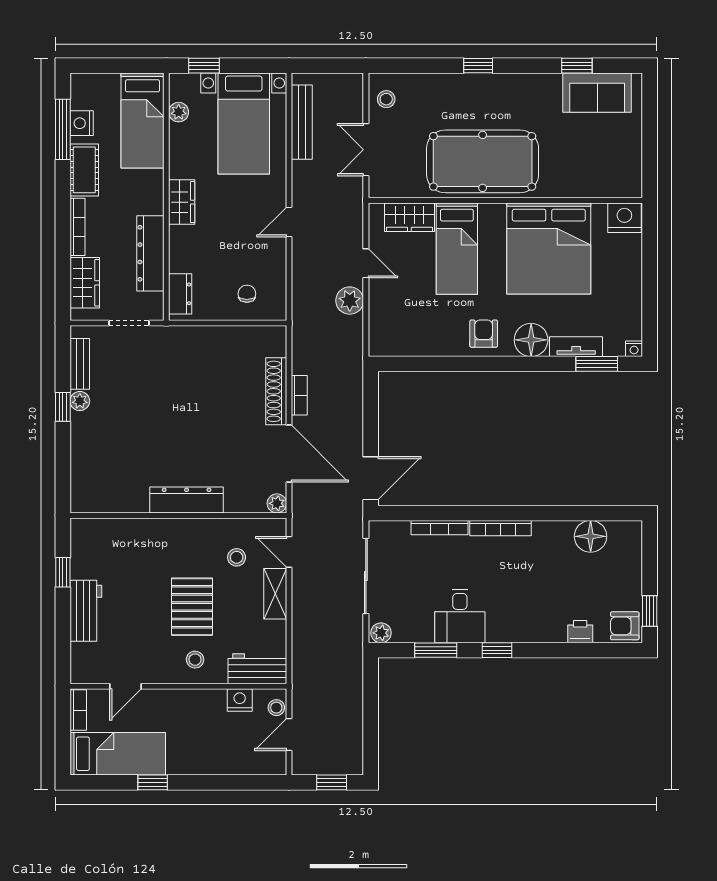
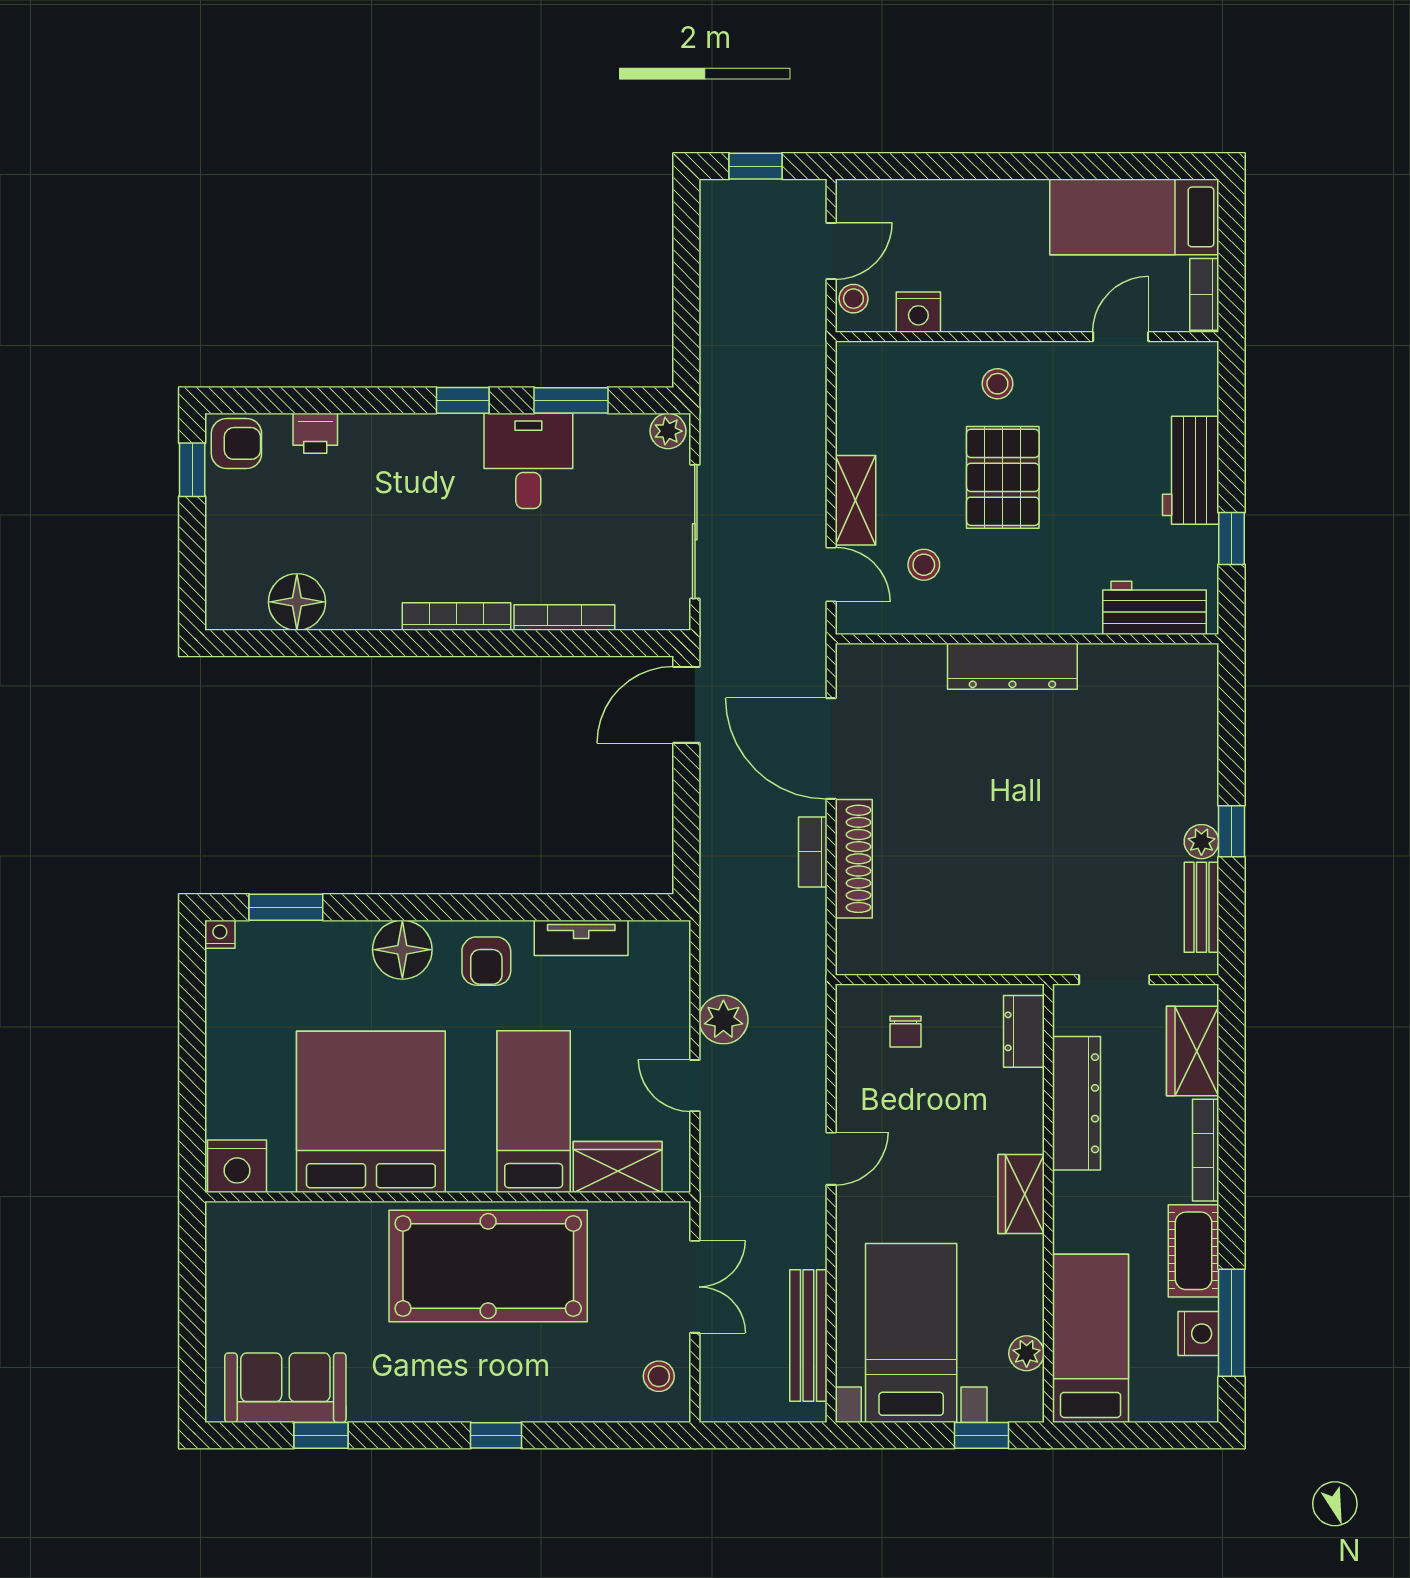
tv unit: (576, 347) -> (581, 938), moved
plant: (277, 503) -> (852, 660), removed
workbench: (257, 669) -> (1155, 608), moved, turned 180
window: (153, 782) -> (1072, 166), removed

